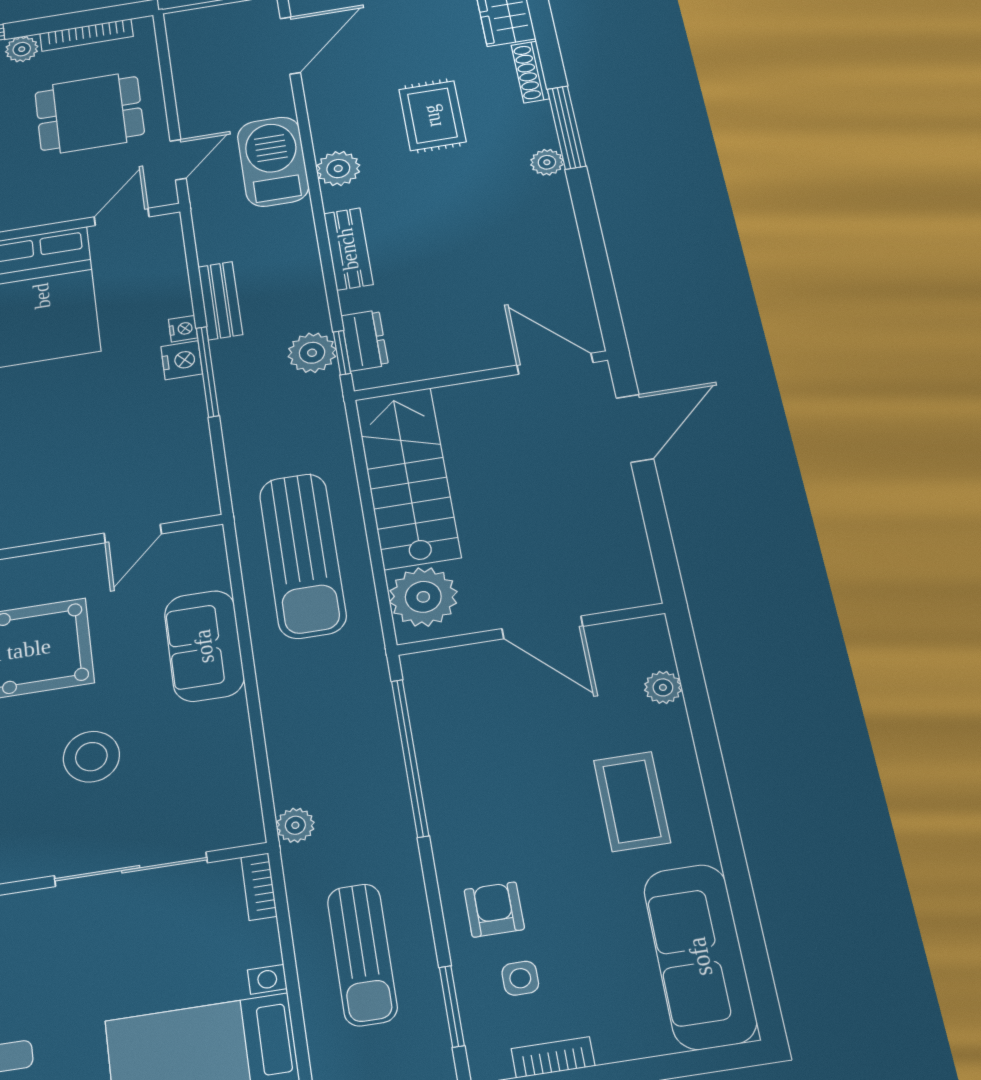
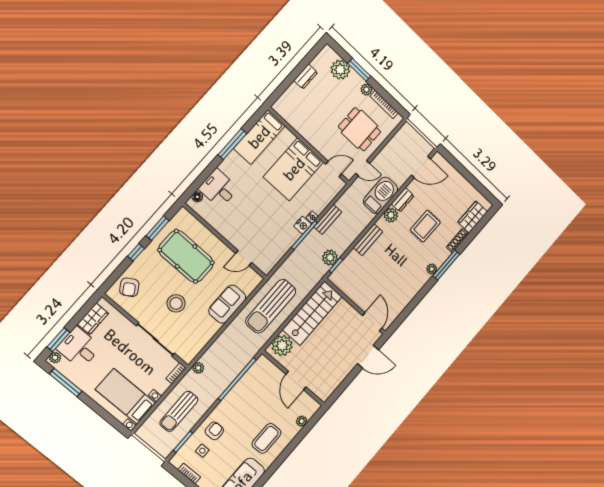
dresser: (365, 340) -> (403, 200), moved

